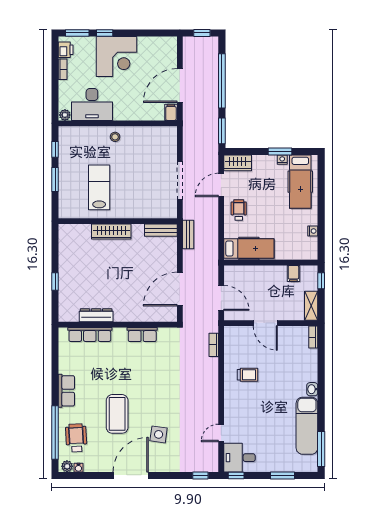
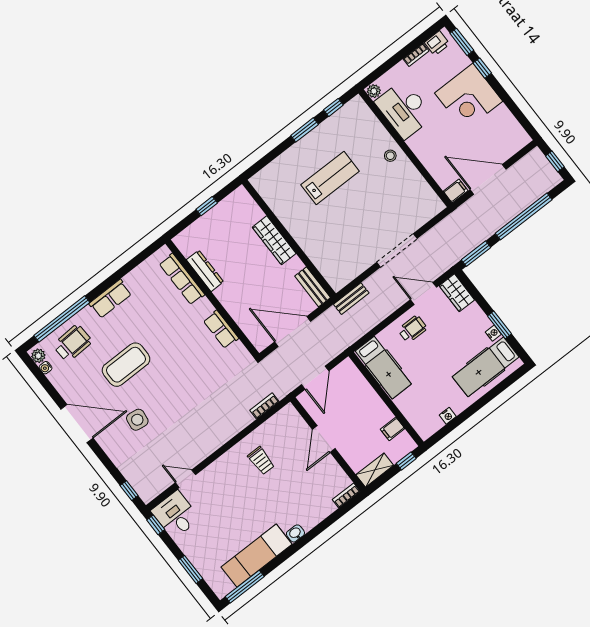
wall: (118, 221) -> (289, 239), moved
bench: (161, 230) -> (313, 287), moved
wardrobe: (111, 232) -> (274, 240), moved

